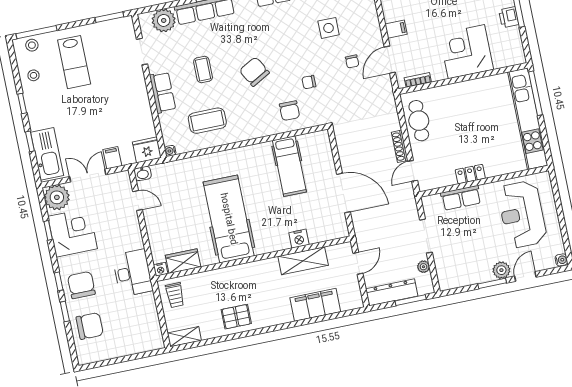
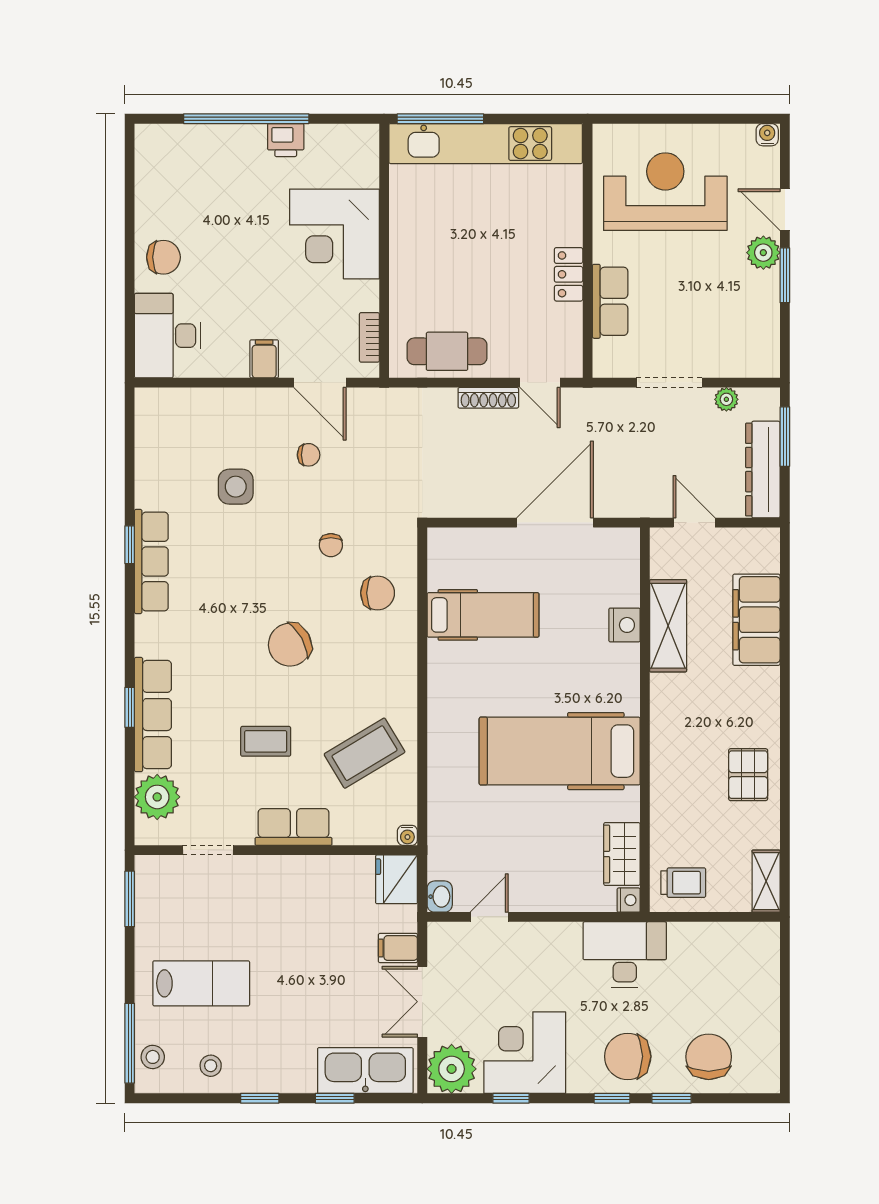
coffee table: (207, 121) -> (365, 753), turned 59
reception desk: (522, 214) -> (665, 192), turned 180

